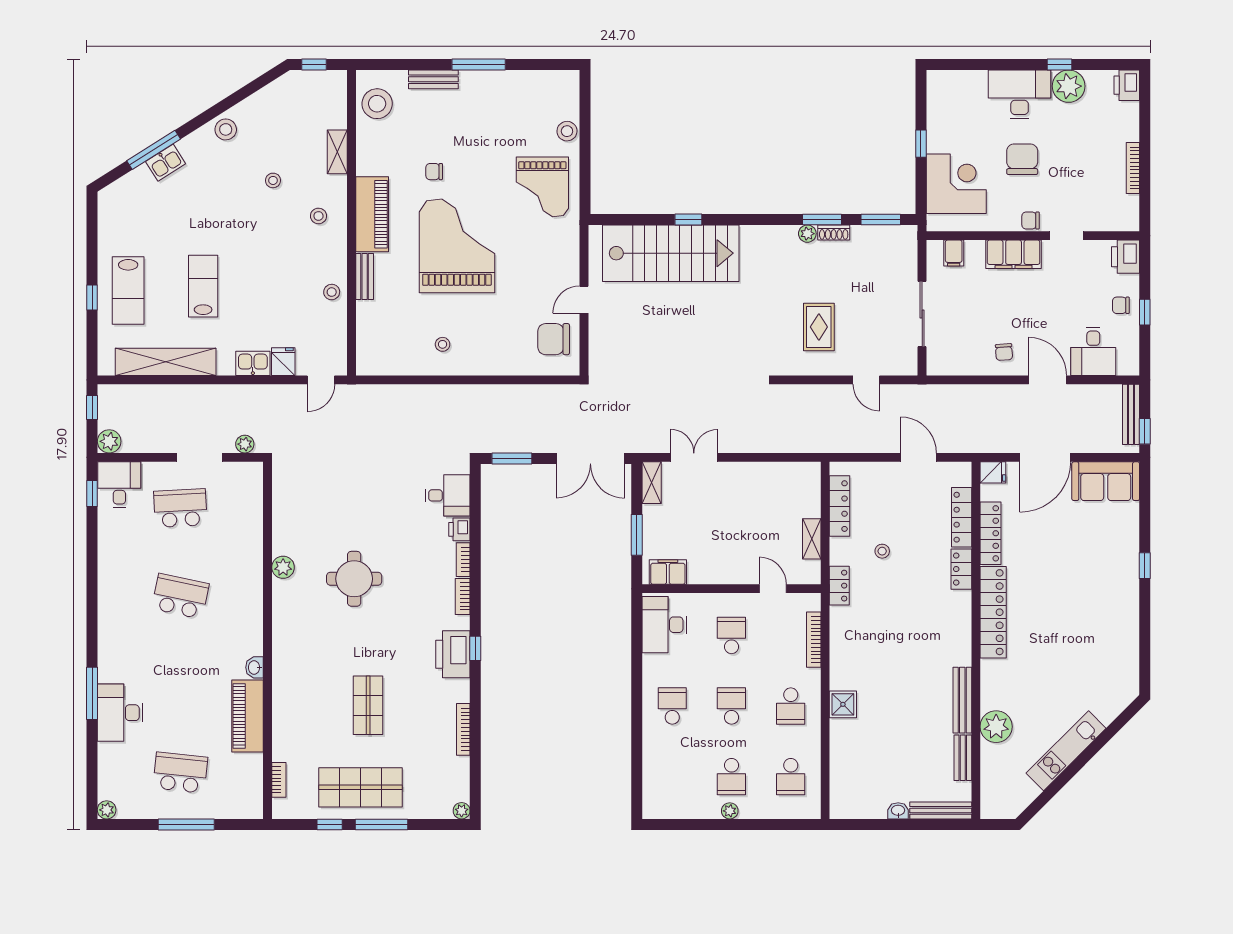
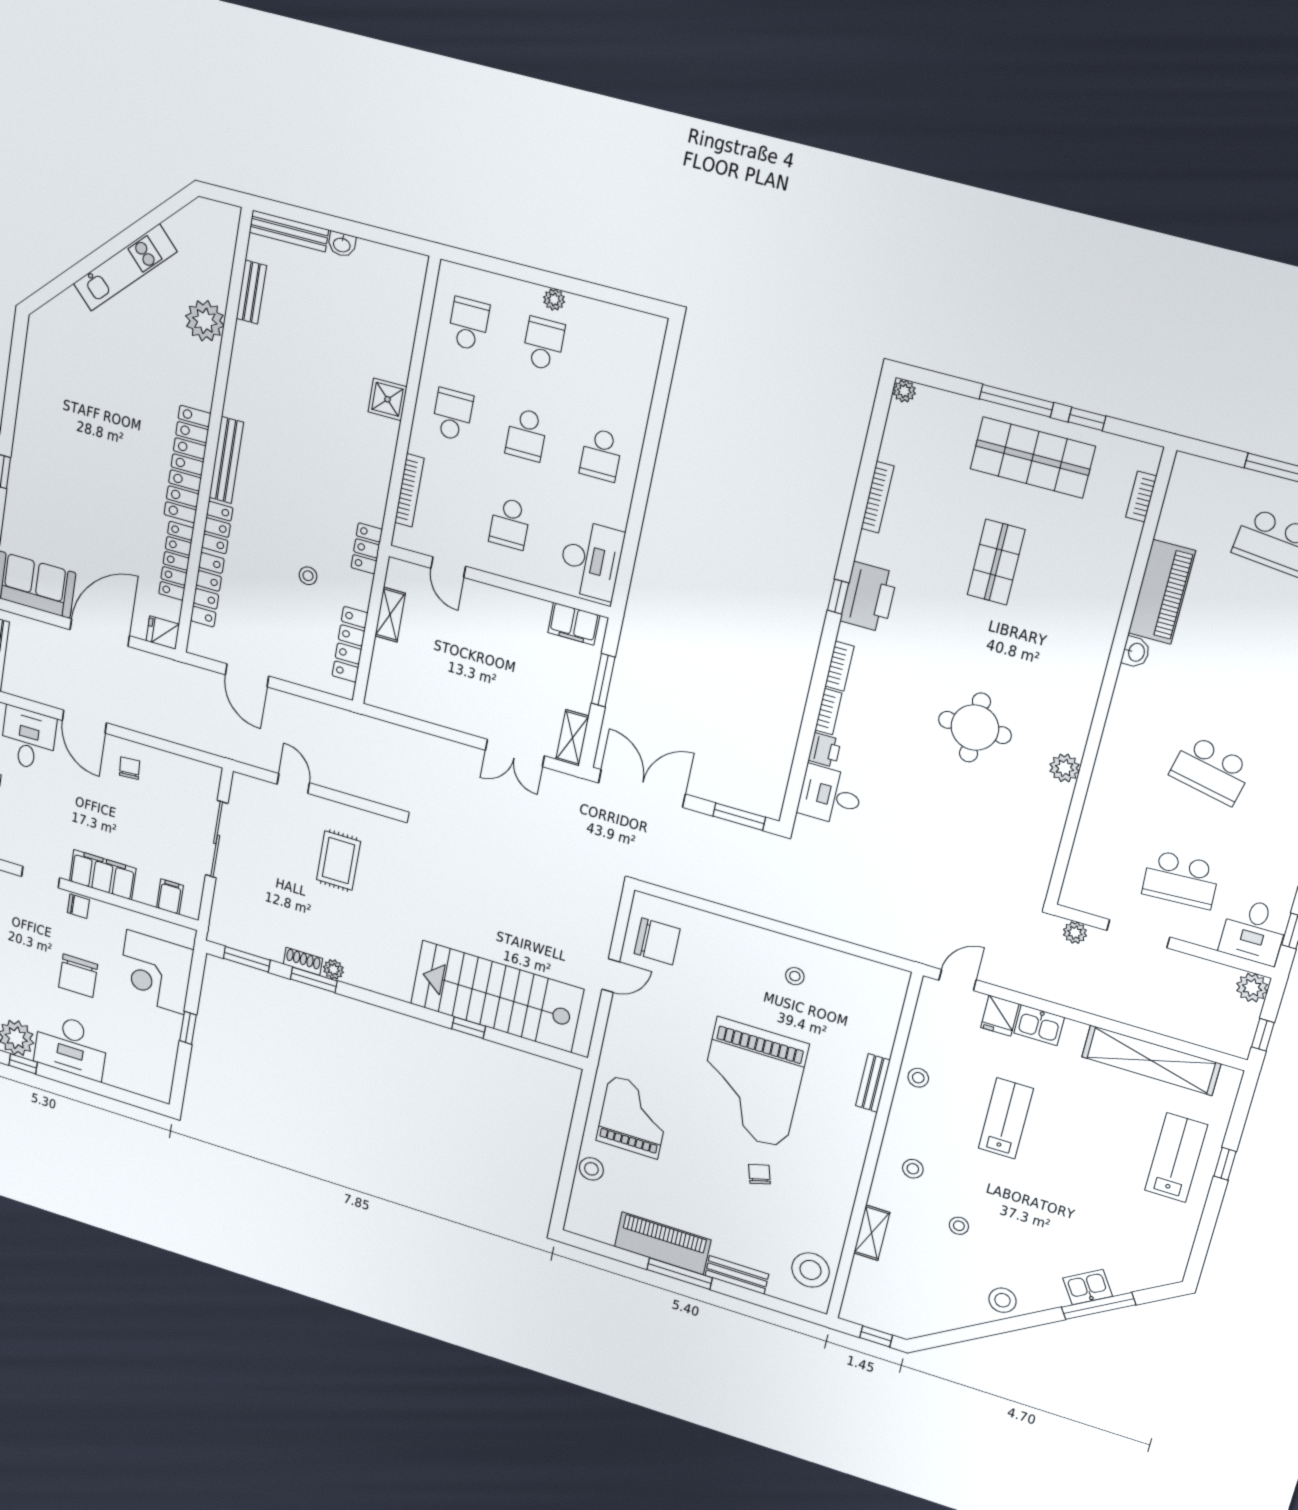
chair: (434, 172) -> (759, 1174), turned -106
piano: (372, 214) -> (663, 1243), moved, turned 90
lab bench: (203, 286) -> (1006, 1118), moved, turned 180
bench: (962, 700) -> (226, 460), moved

